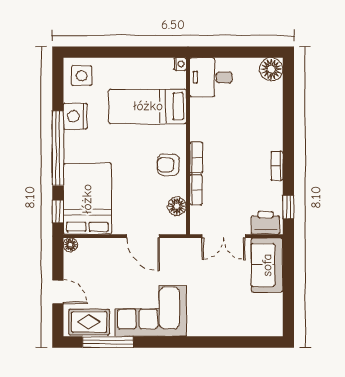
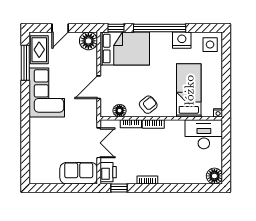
desk: (211, 77) -> (204, 134), width x1.37
armchair: (168, 165) -> (148, 105), turned 51
double door: (223, 236) -> (99, 143), swing flipped
floor lamp: (70, 245) -> (88, 41), width x1.89, depth x1.89

